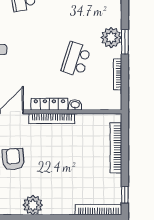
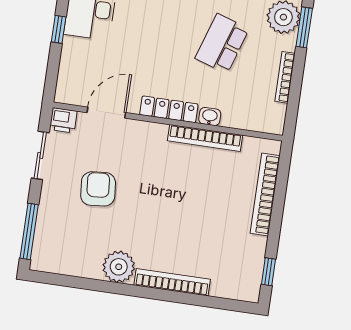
bookcase: (52, 119) -> (205, 138), moved
bookcase: (98, 210) -> (172, 282), moved

